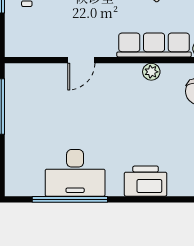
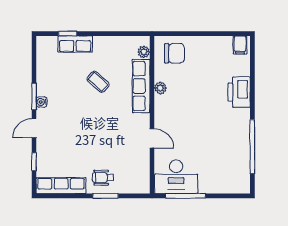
desk: (75, 173) -> (176, 177), moved, turned 90

